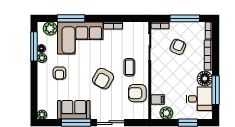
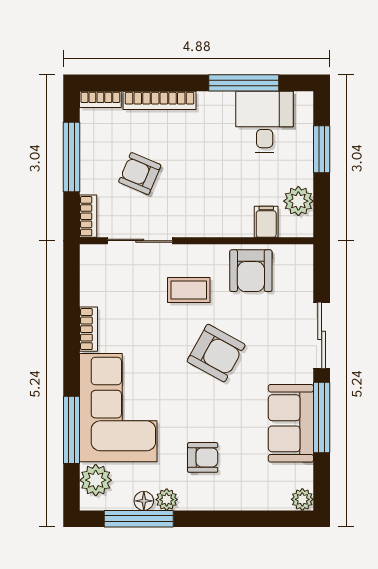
floor lamp: (205, 79) -> (216, 109), removed

